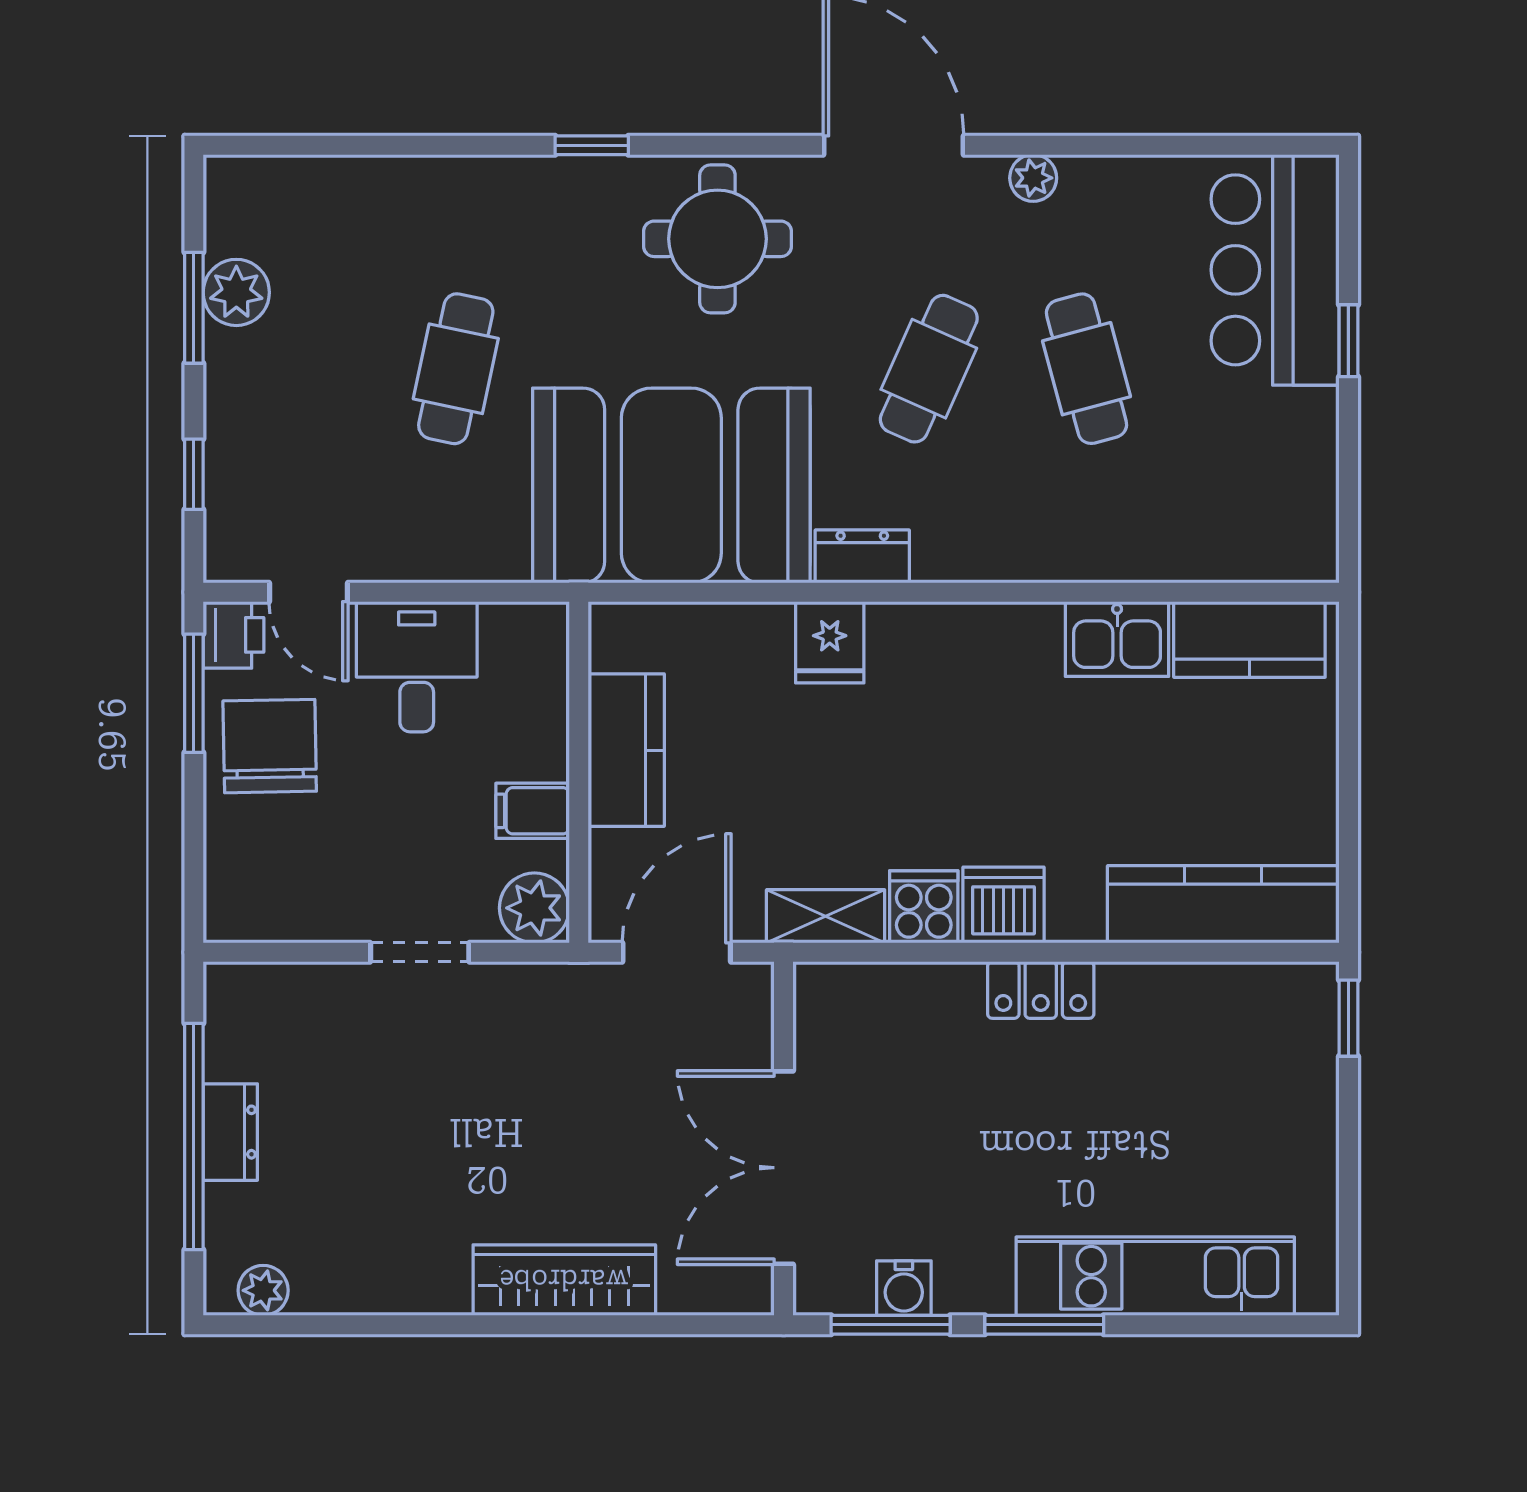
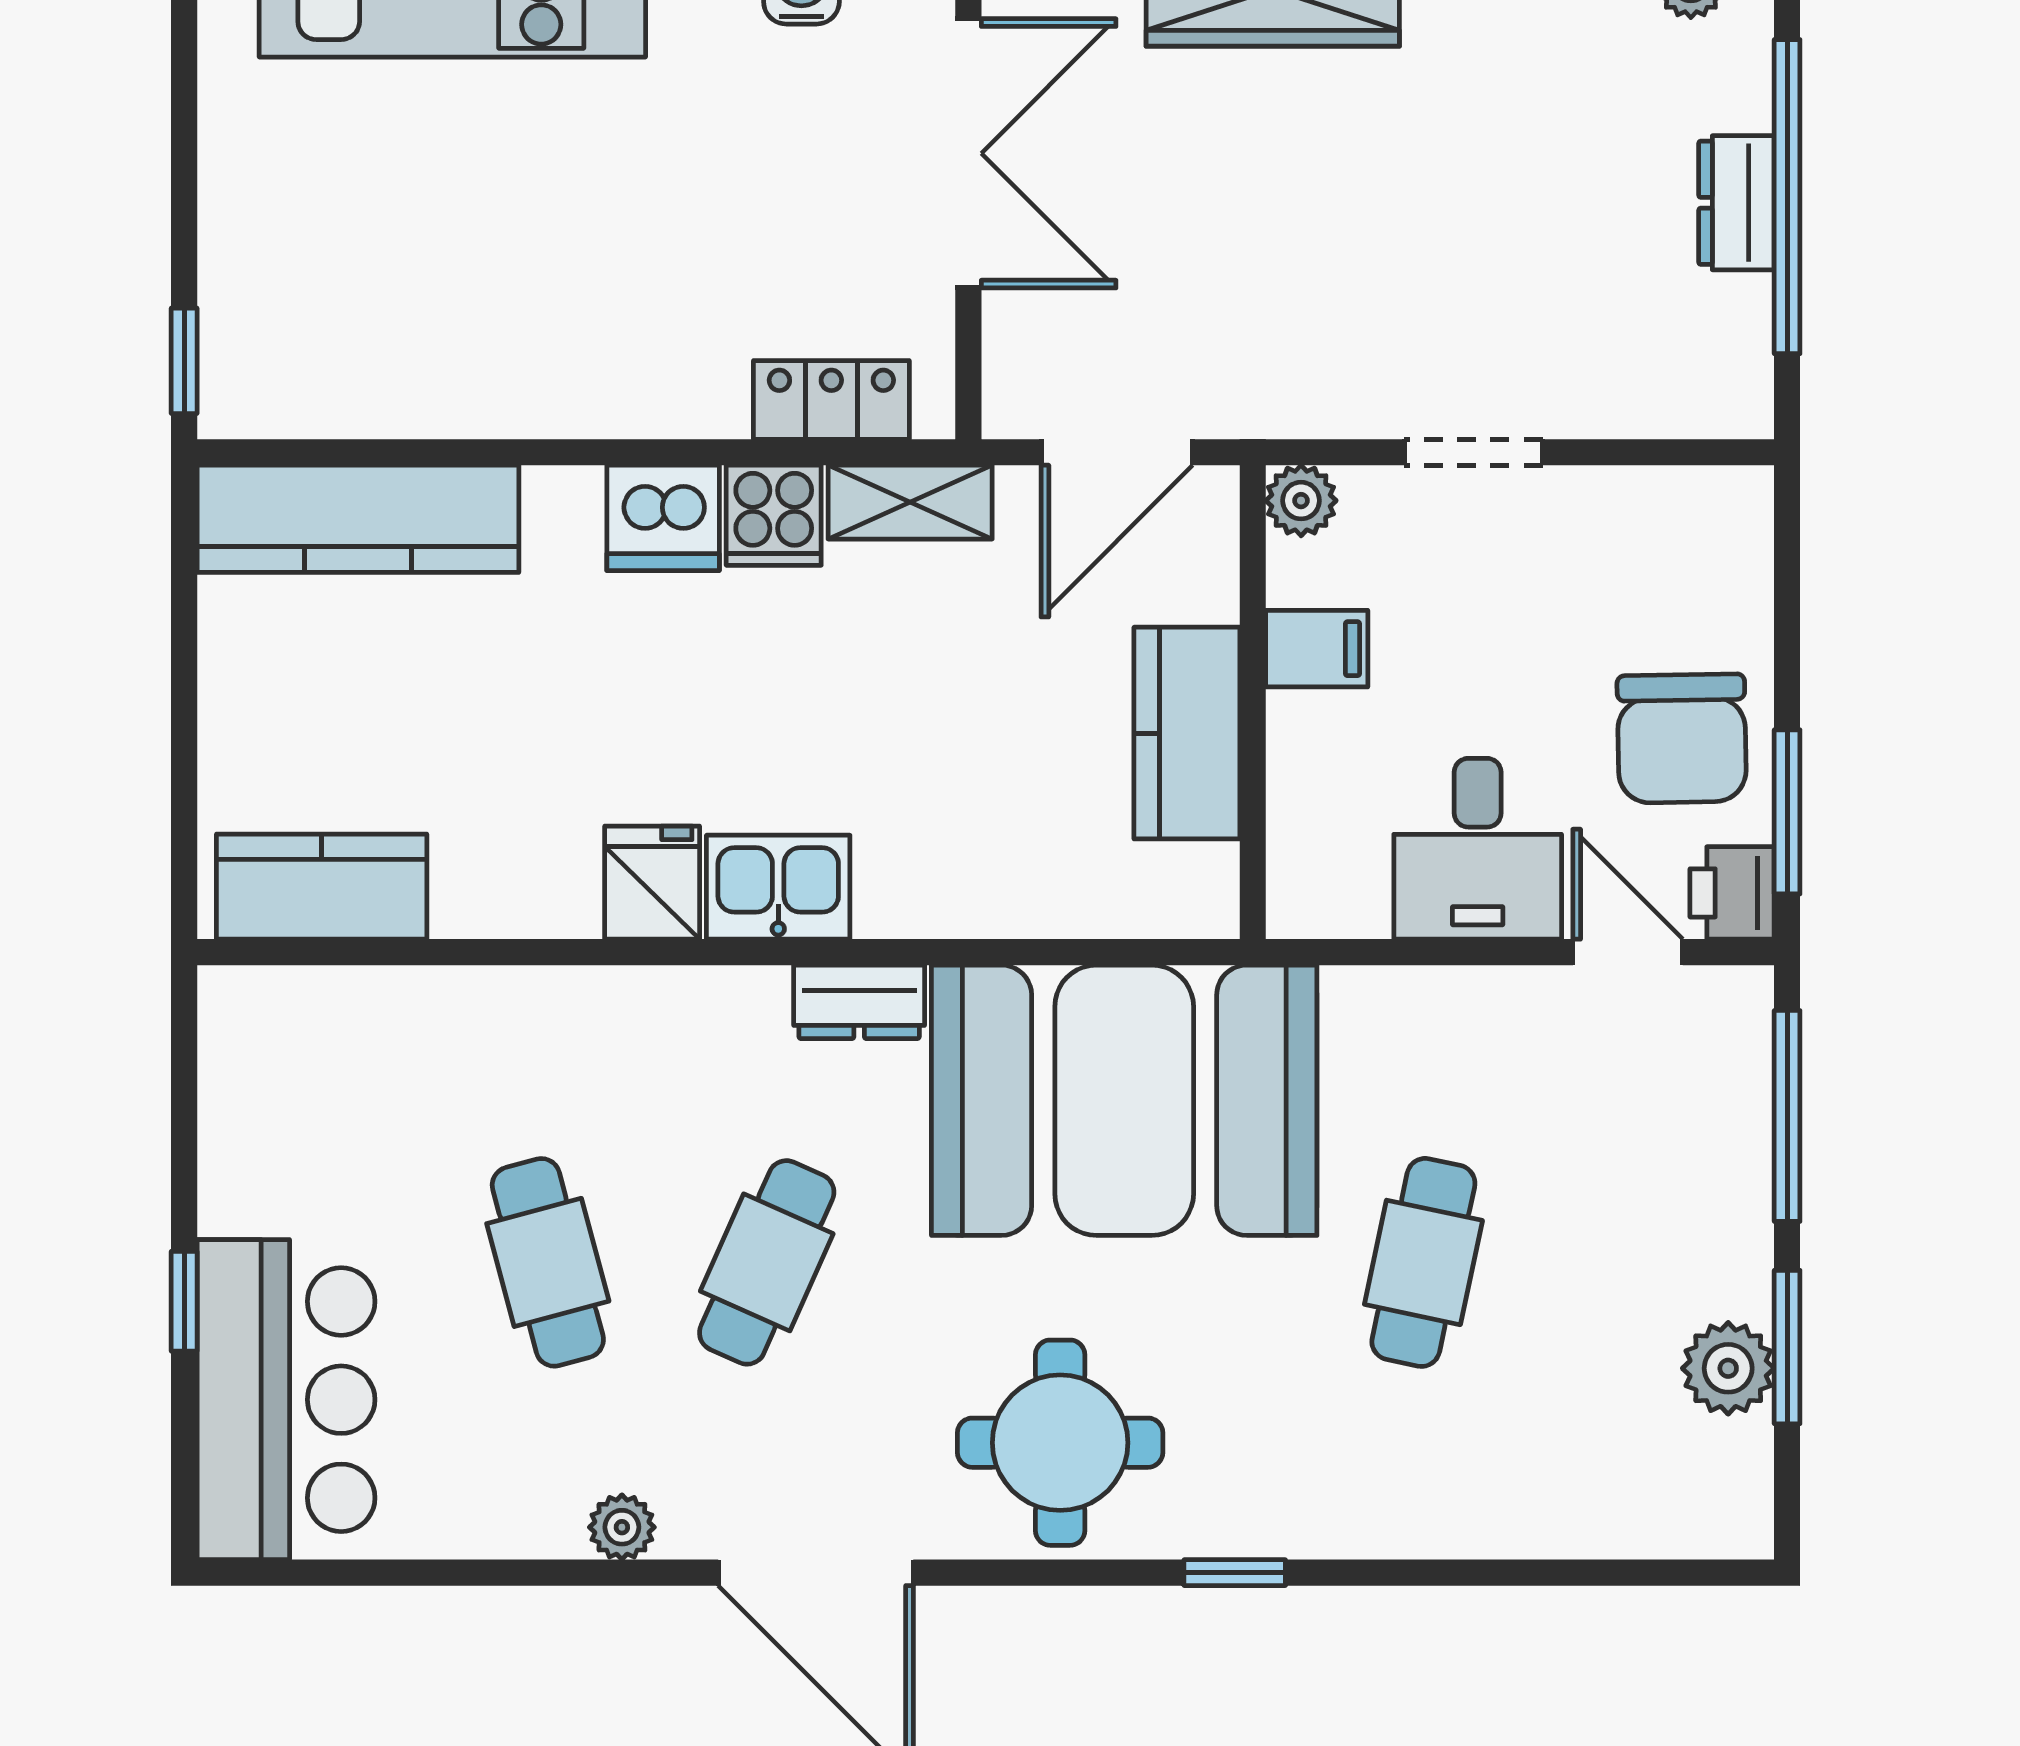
window: (194, 474) -> (1787, 1116), width x2.17
kitchen sink: (1117, 639) -> (778, 887), moved
fridge: (830, 642) -> (652, 883), moved
plant: (534, 908) -> (1301, 501), width x0.73, depth x0.73
locker: (1041, 990) -> (831, 400), moved

